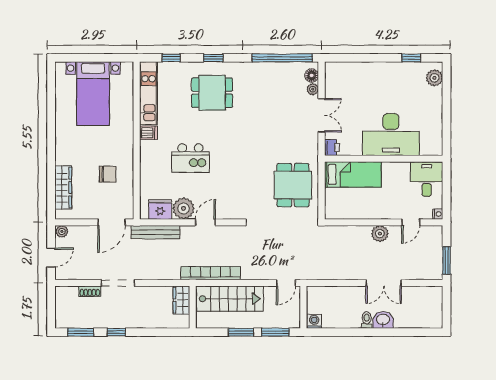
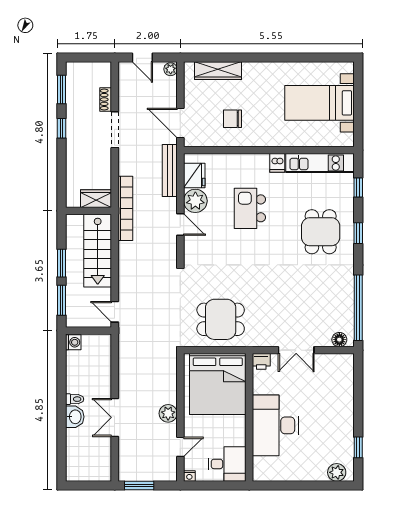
plant: (313, 89) -> (324, 341), removed
chair: (108, 174) -> (232, 119), turned 90
bed: (353, 174) -> (218, 384), width x2.04
door: (411, 222) -> (180, 447), swing flipped
bookcase: (211, 273) -> (125, 208), moved

